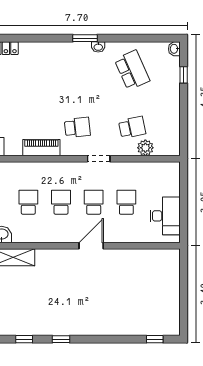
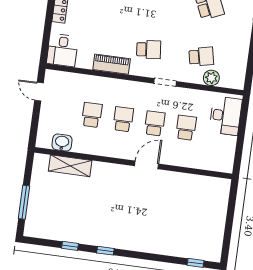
desk: (165, 216) -> (226, 116), moved

